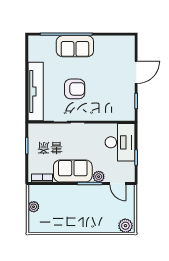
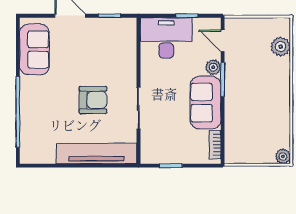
sofa: (75, 46) -> (34, 49), moved
armchair: (75, 89) -> (93, 100), turned 90
door: (118, 183) -> (223, 41), swing flipped
plant: (34, 207) -> (283, 156), moved
plant: (125, 226) -> (281, 47), moved

